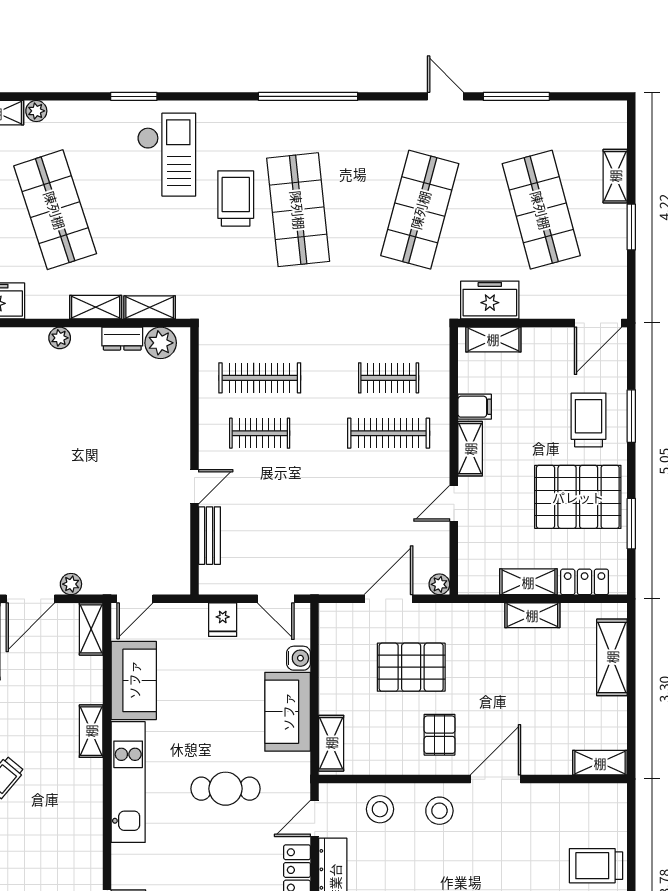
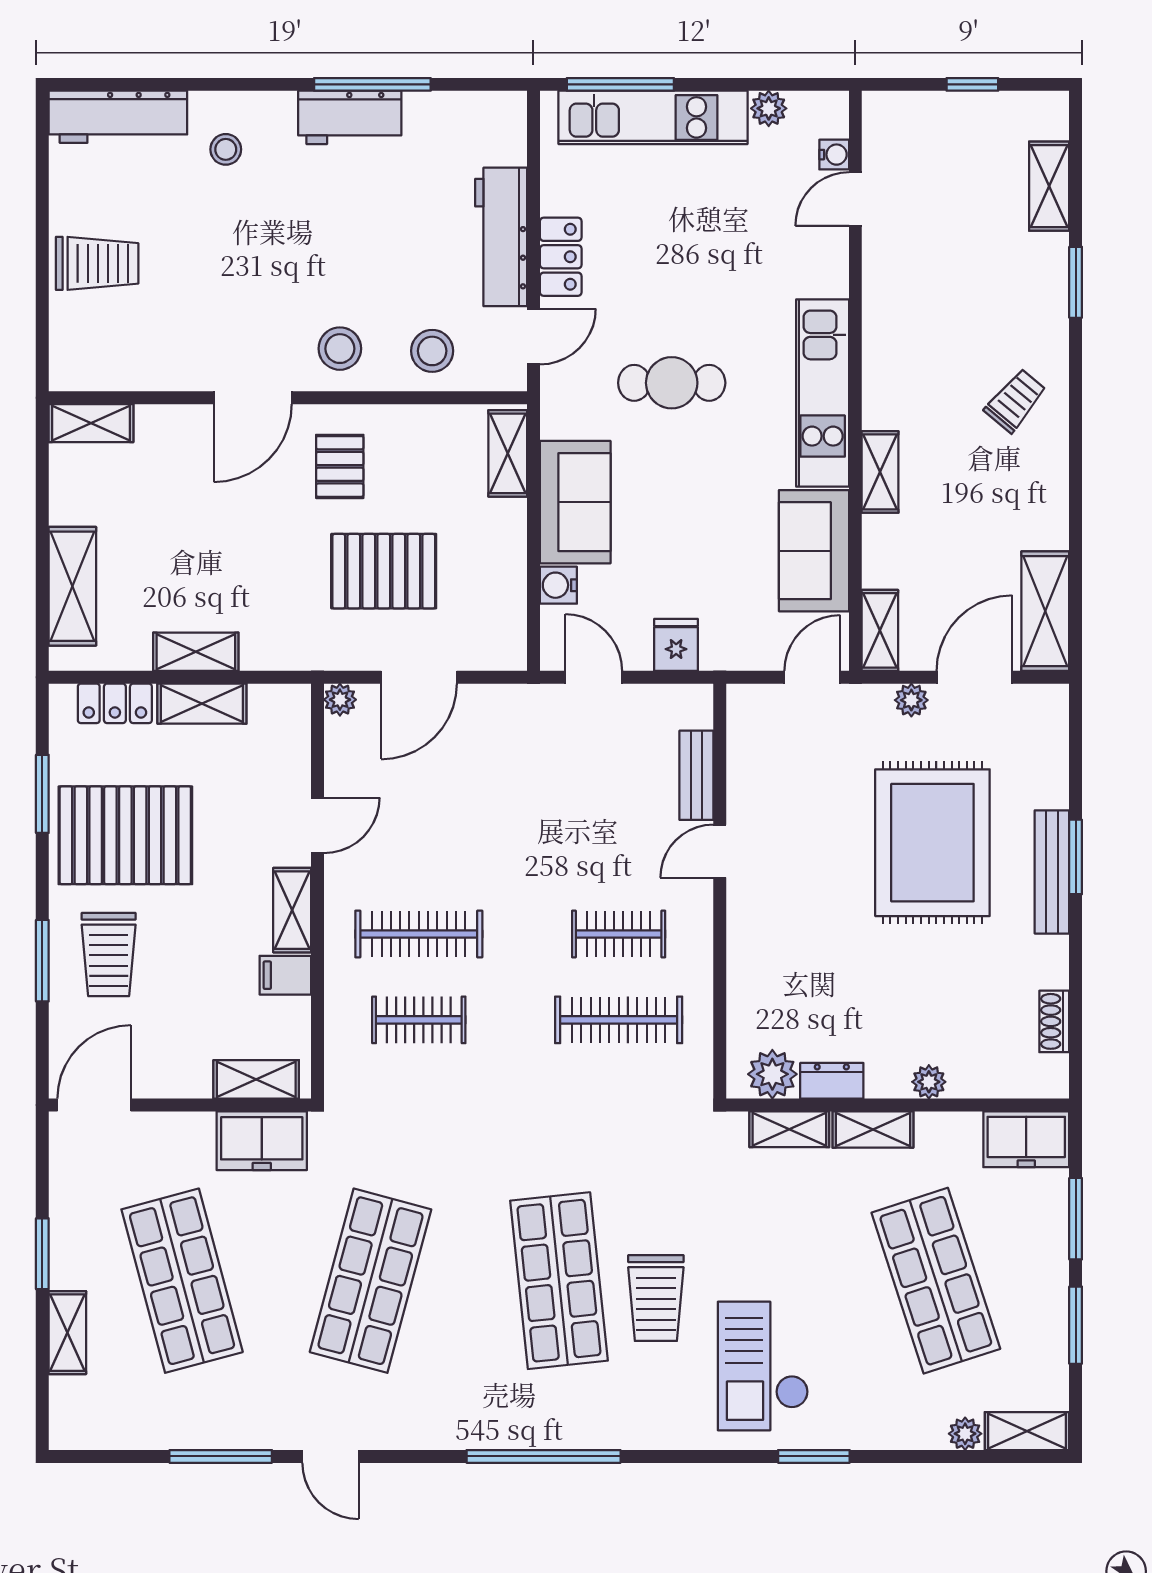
rug: (57, 492) -> (932, 843), added

